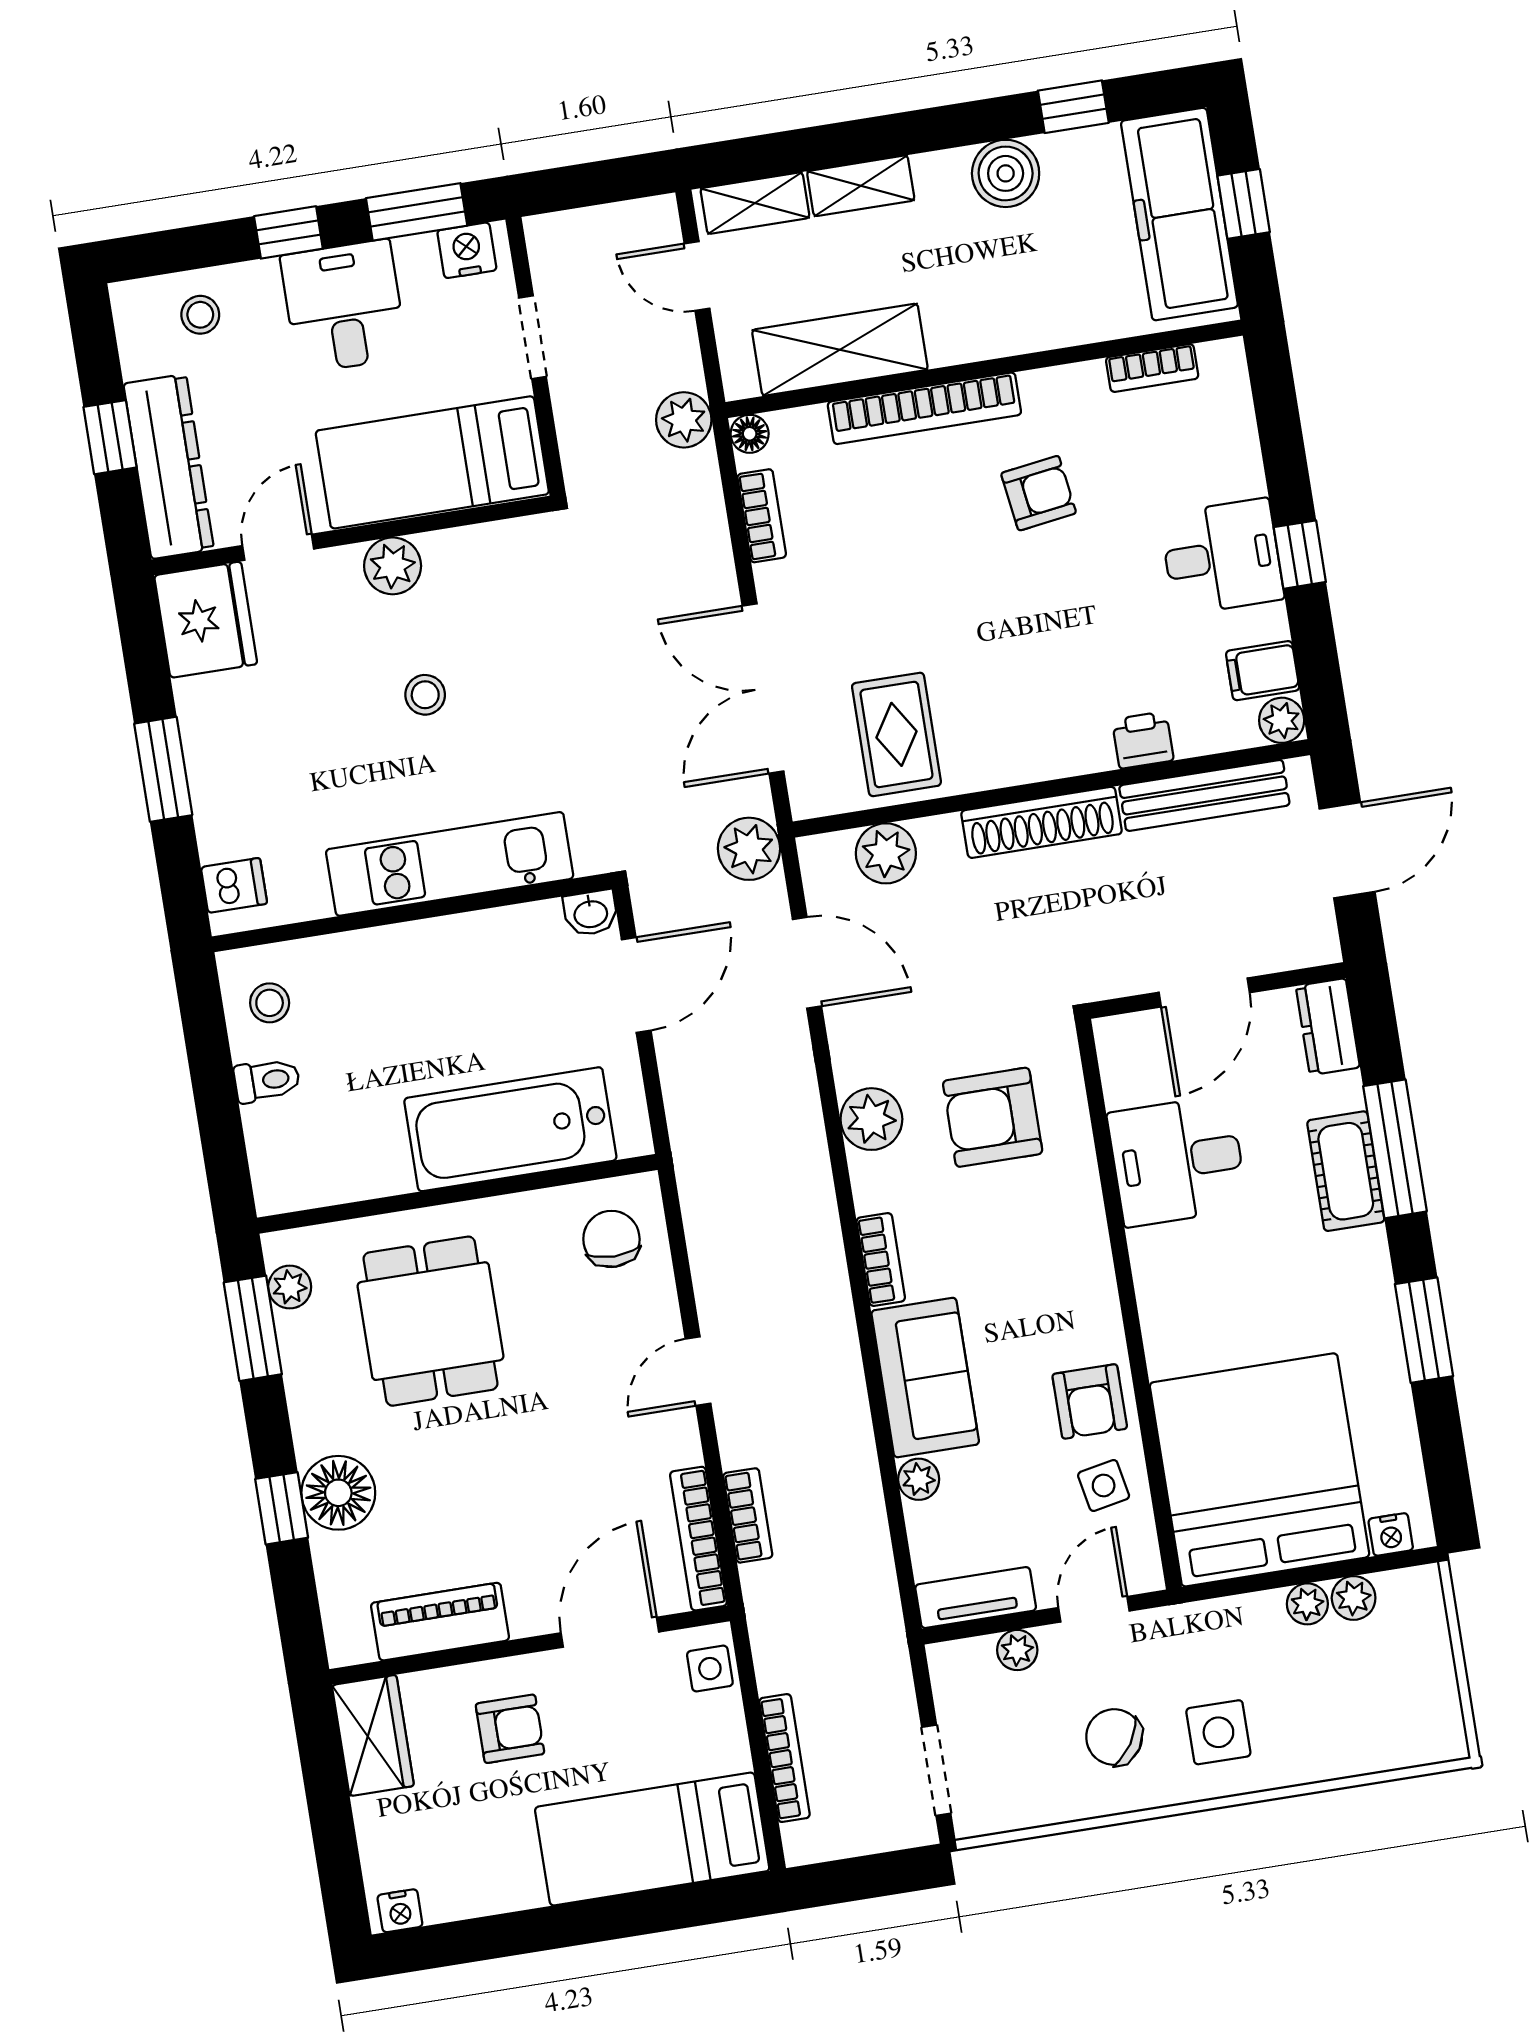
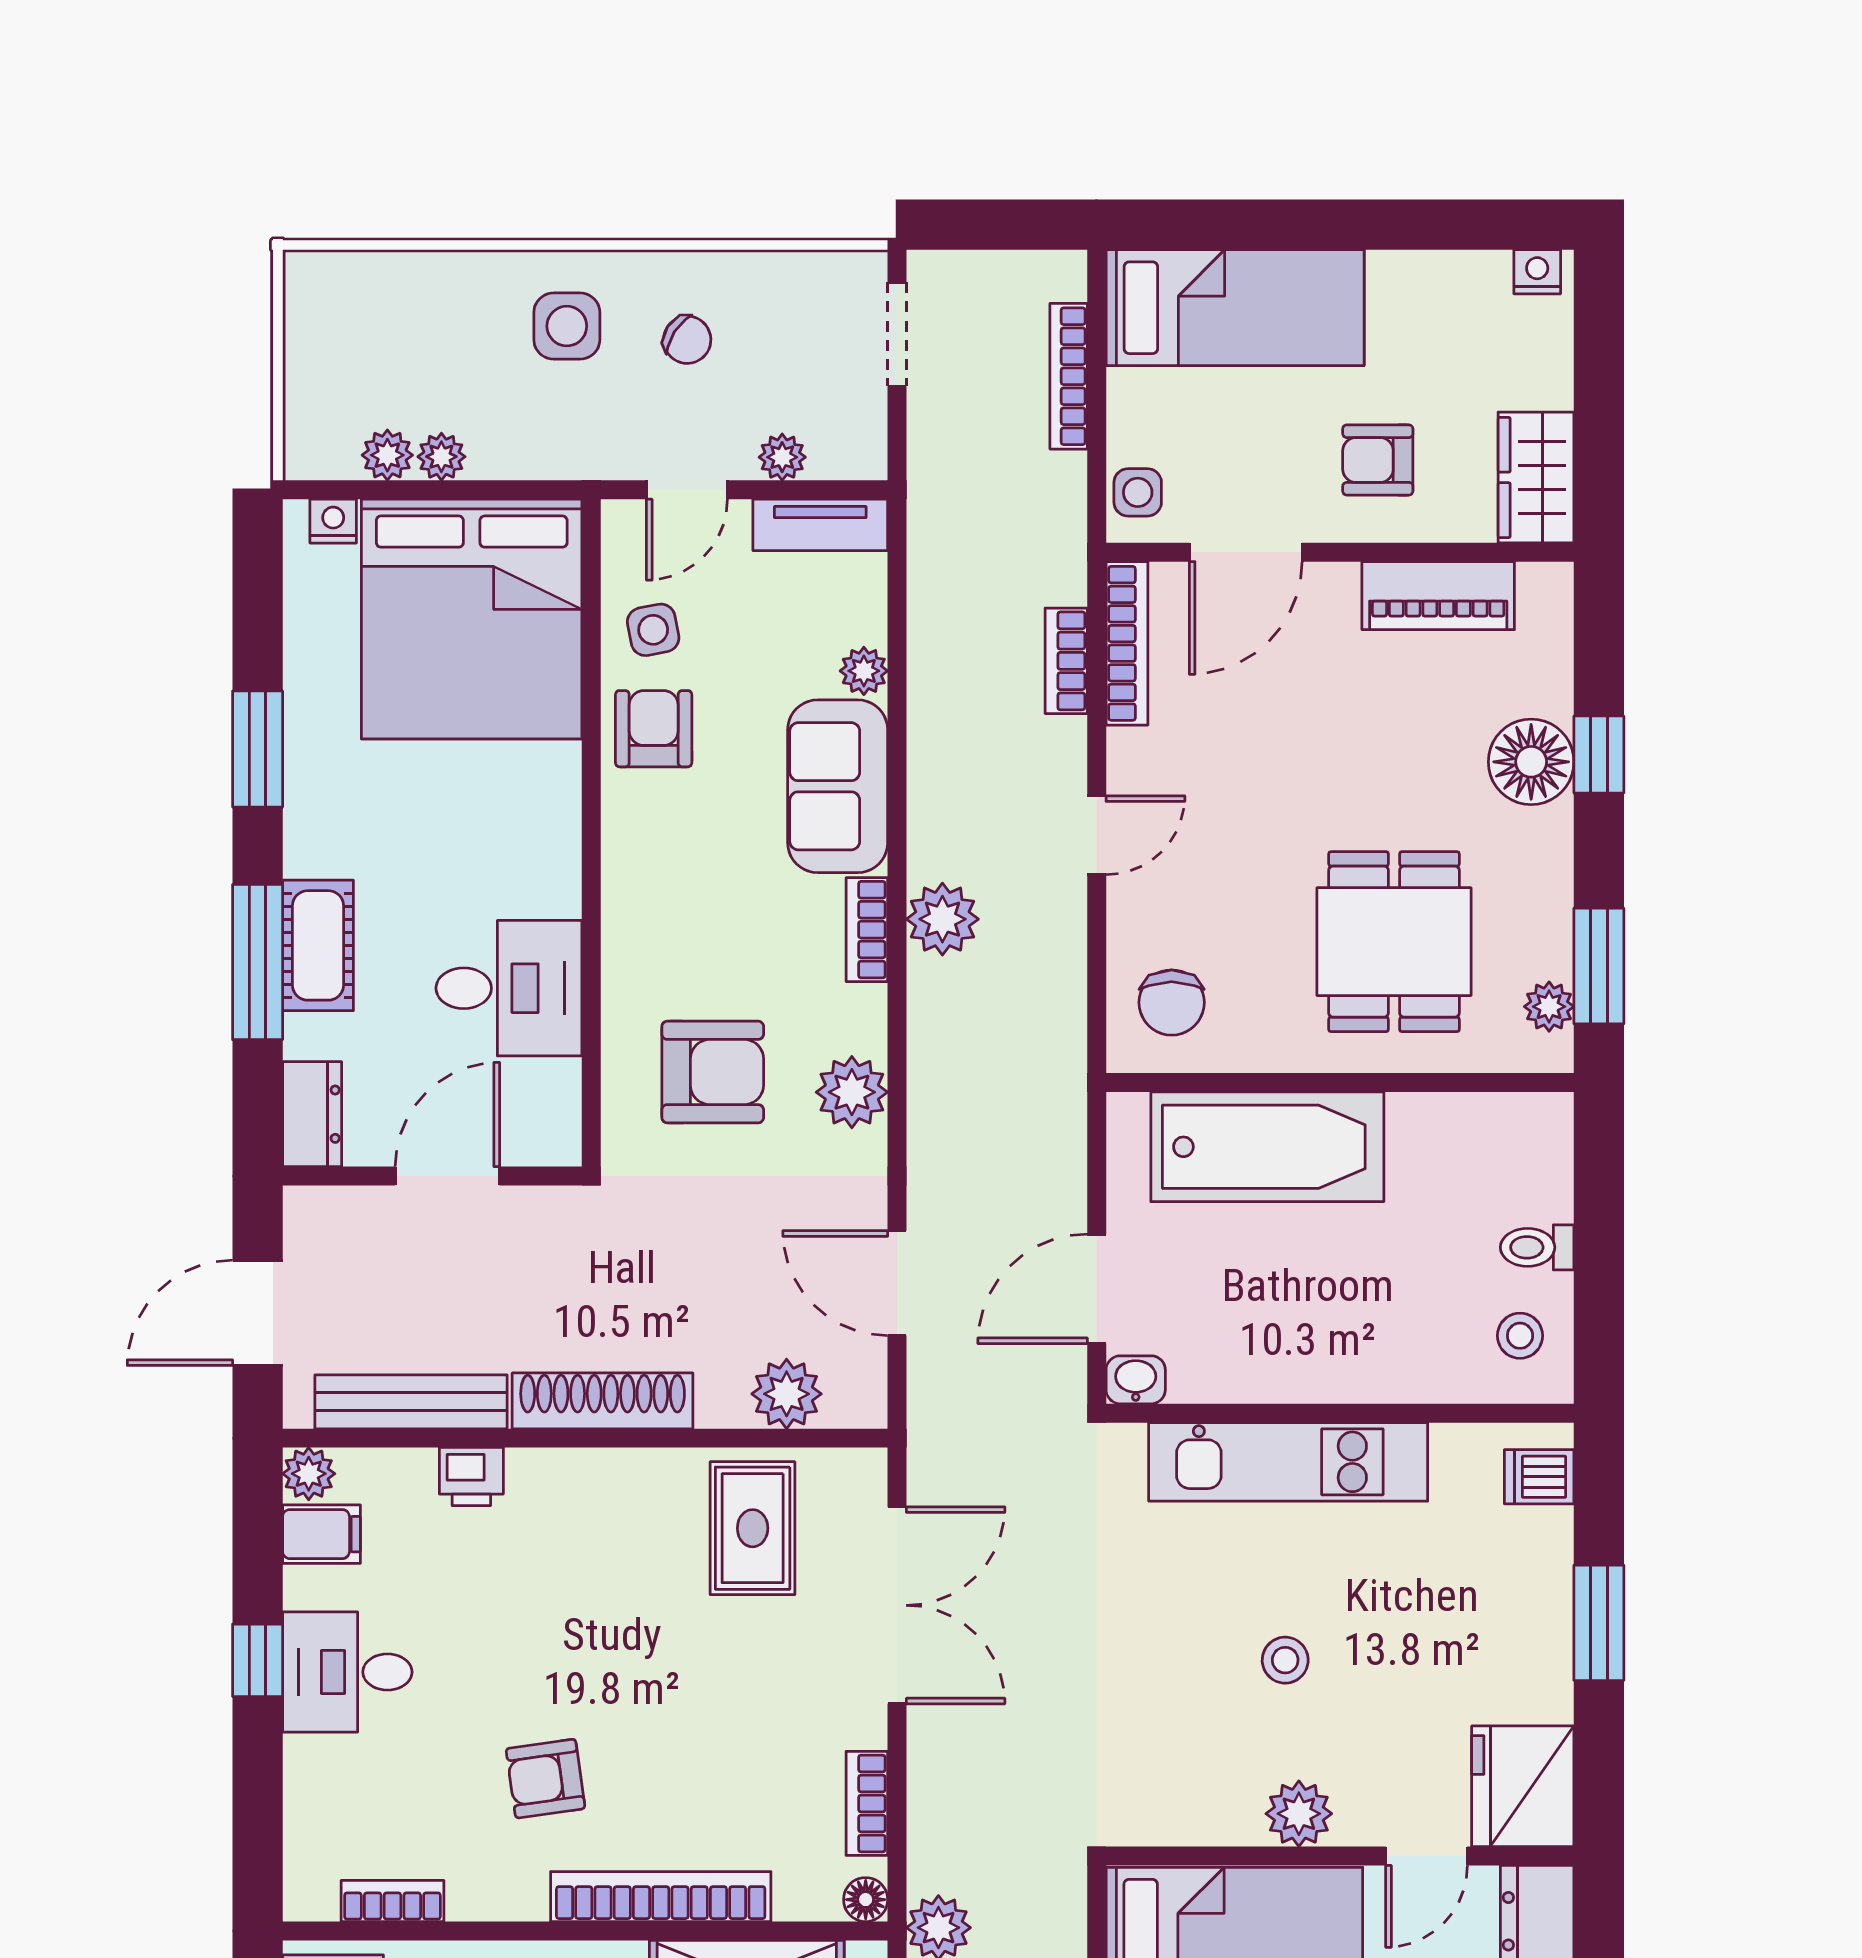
plant: (749, 849) -> (942, 919), moved
chair: (1114, 1737) -> (687, 340), width x0.73, depth x0.73

